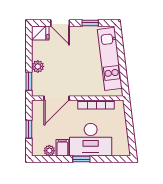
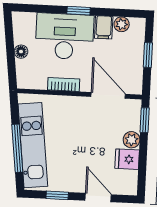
fridge: (40, 33) -> (127, 159), moved
window: (121, 56) -> (17, 148), added
door: (57, 98) -> (108, 95), hinge flipped
bookcase: (96, 104) -> (64, 84), width x0.64
floor lamp: (122, 127) -> (21, 52), added

